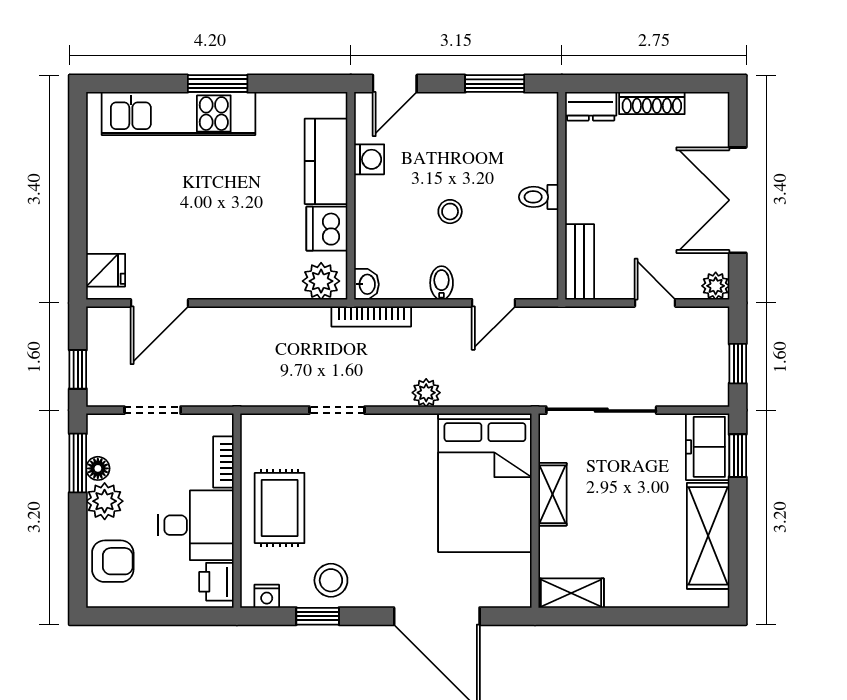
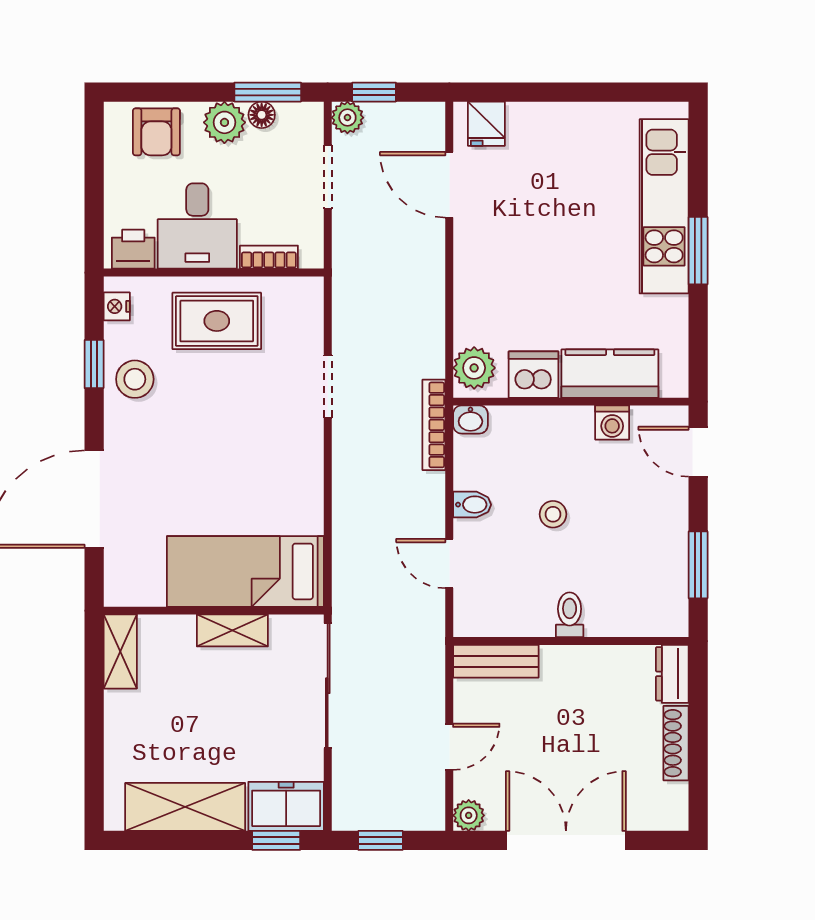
plant: (426, 393) -> (347, 118), moved
bed: (485, 483) -> (245, 571), width x0.67

